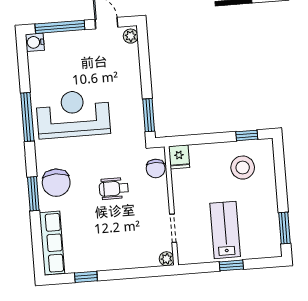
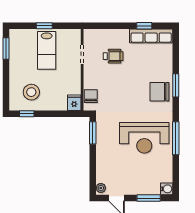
window: (60, 27) -> (149, 198), width x0.69
chair: (56, 183) -> (160, 92), turned -90
wheelchair: (114, 189) -> (113, 56), moved
row of seats: (52, 243) -> (151, 36), moved, turned -90
plant: (167, 259) -> (88, 34), removed

